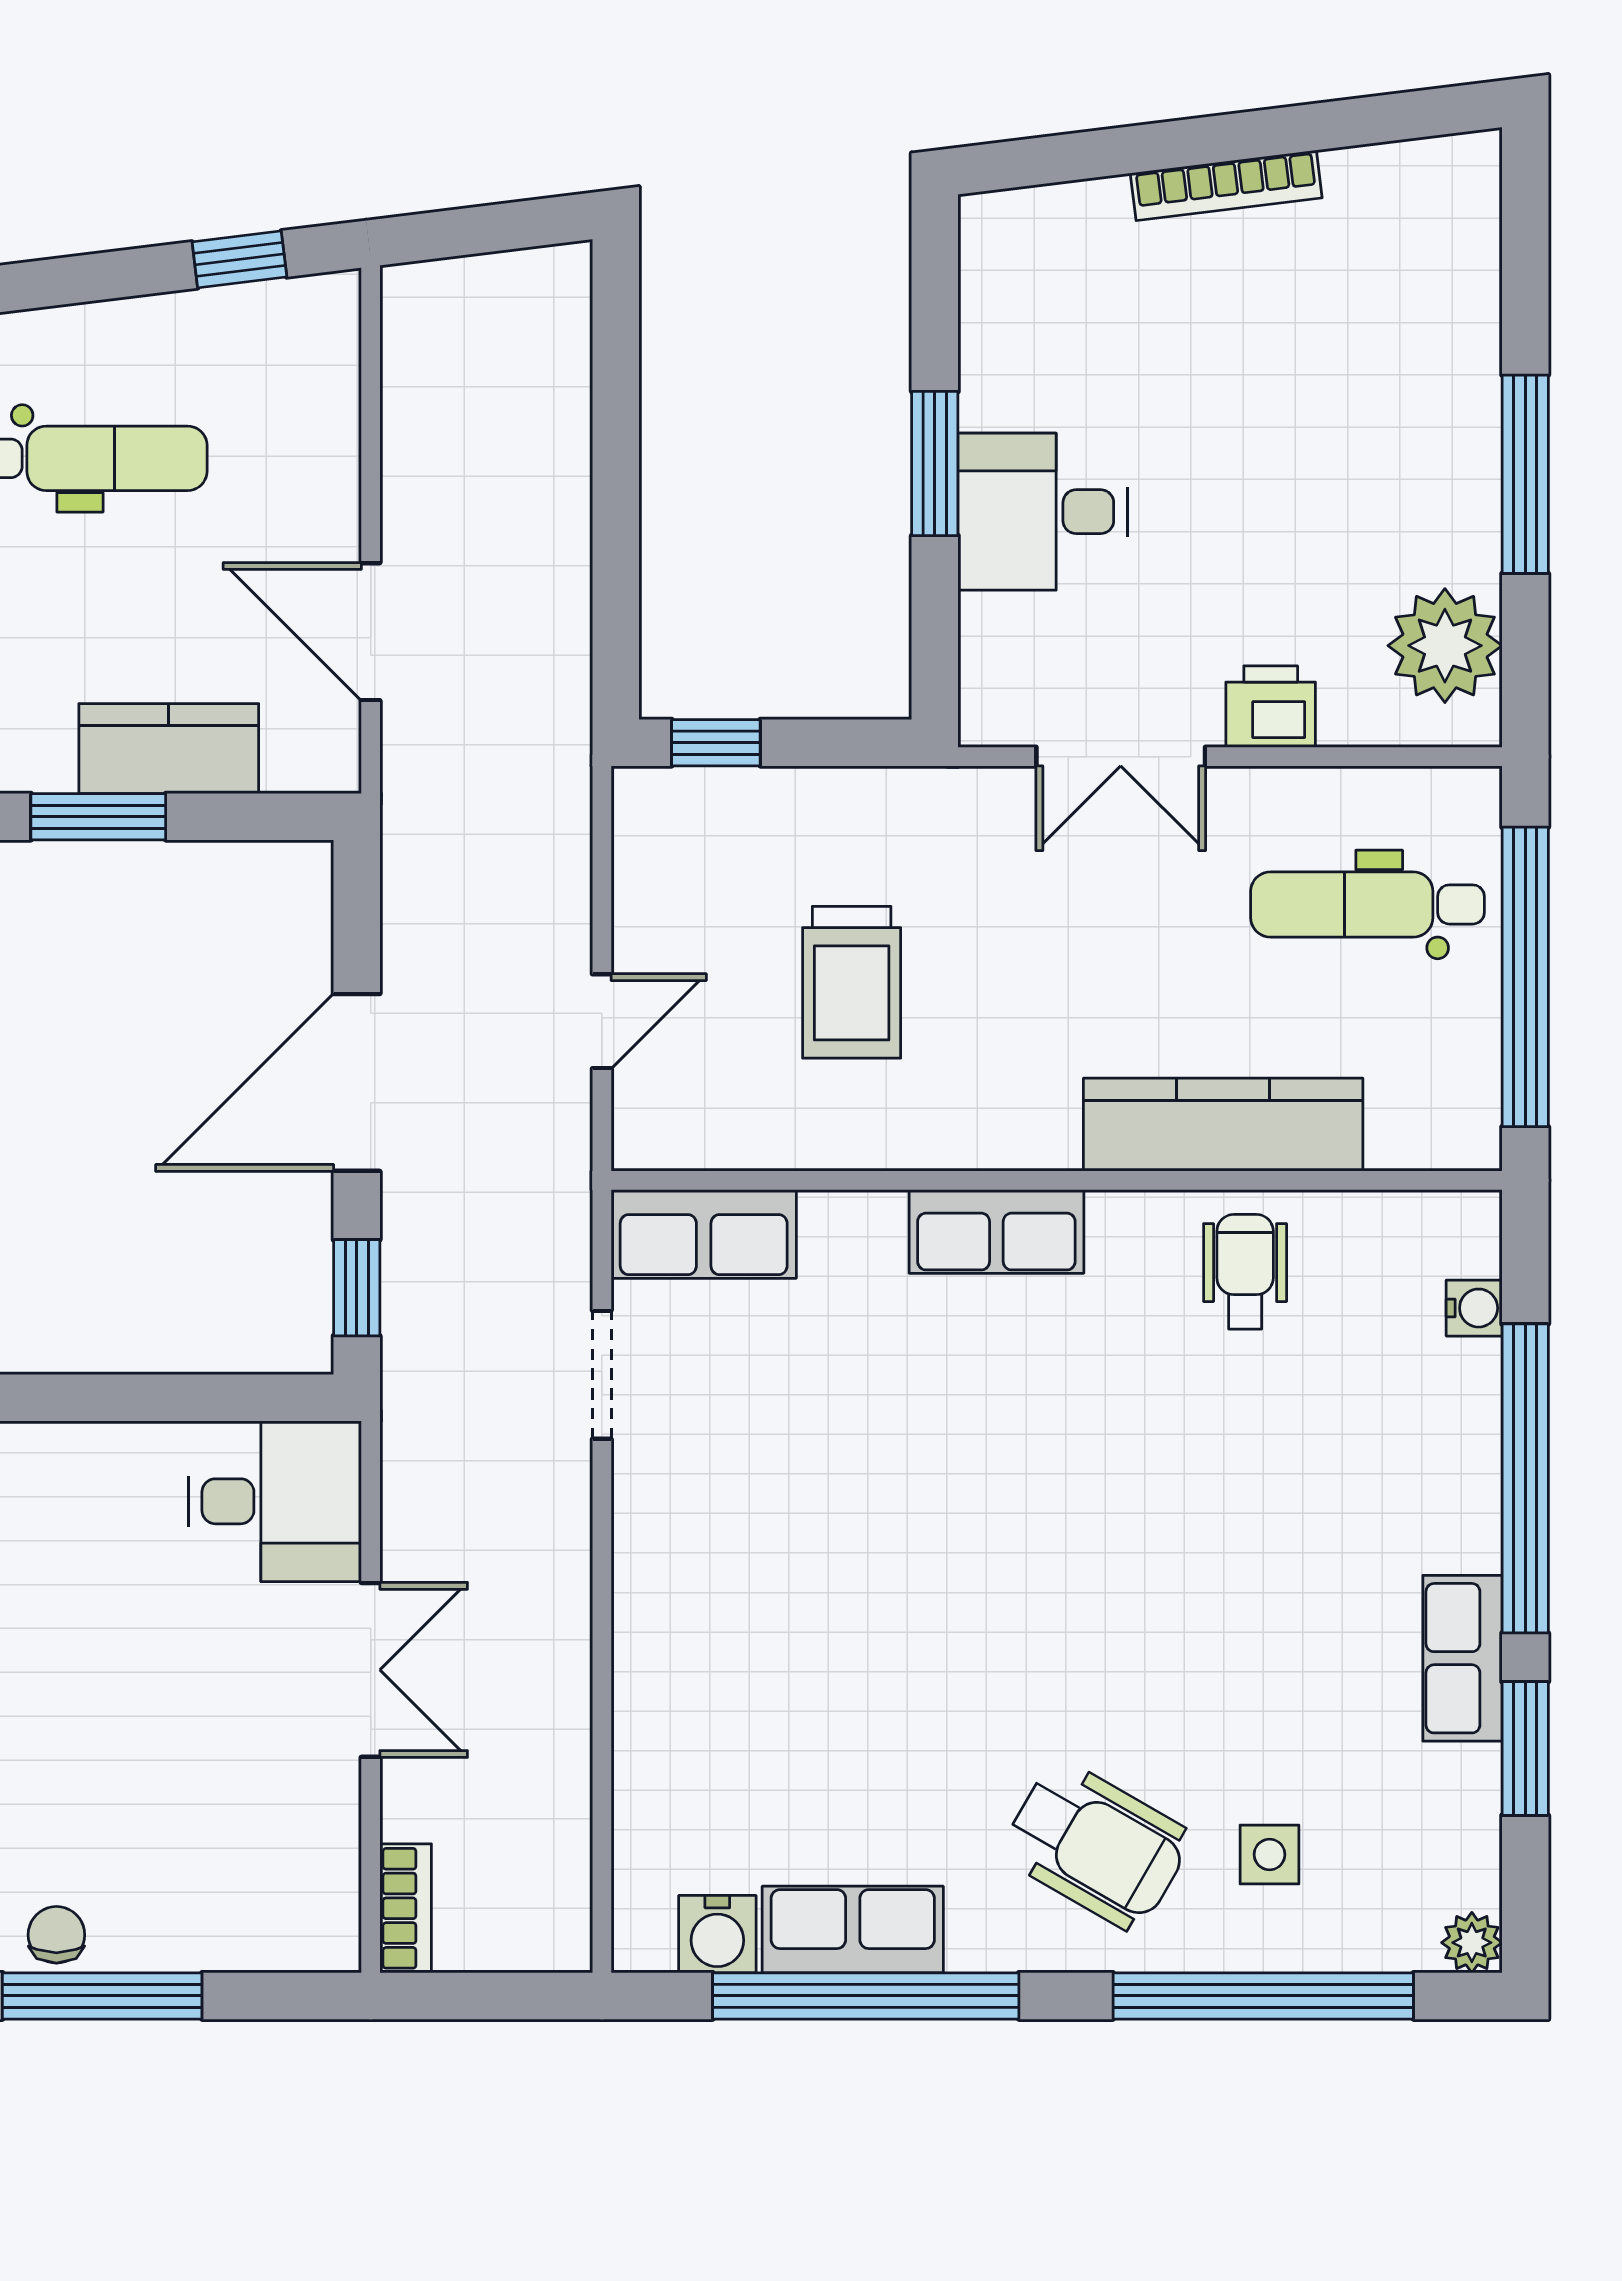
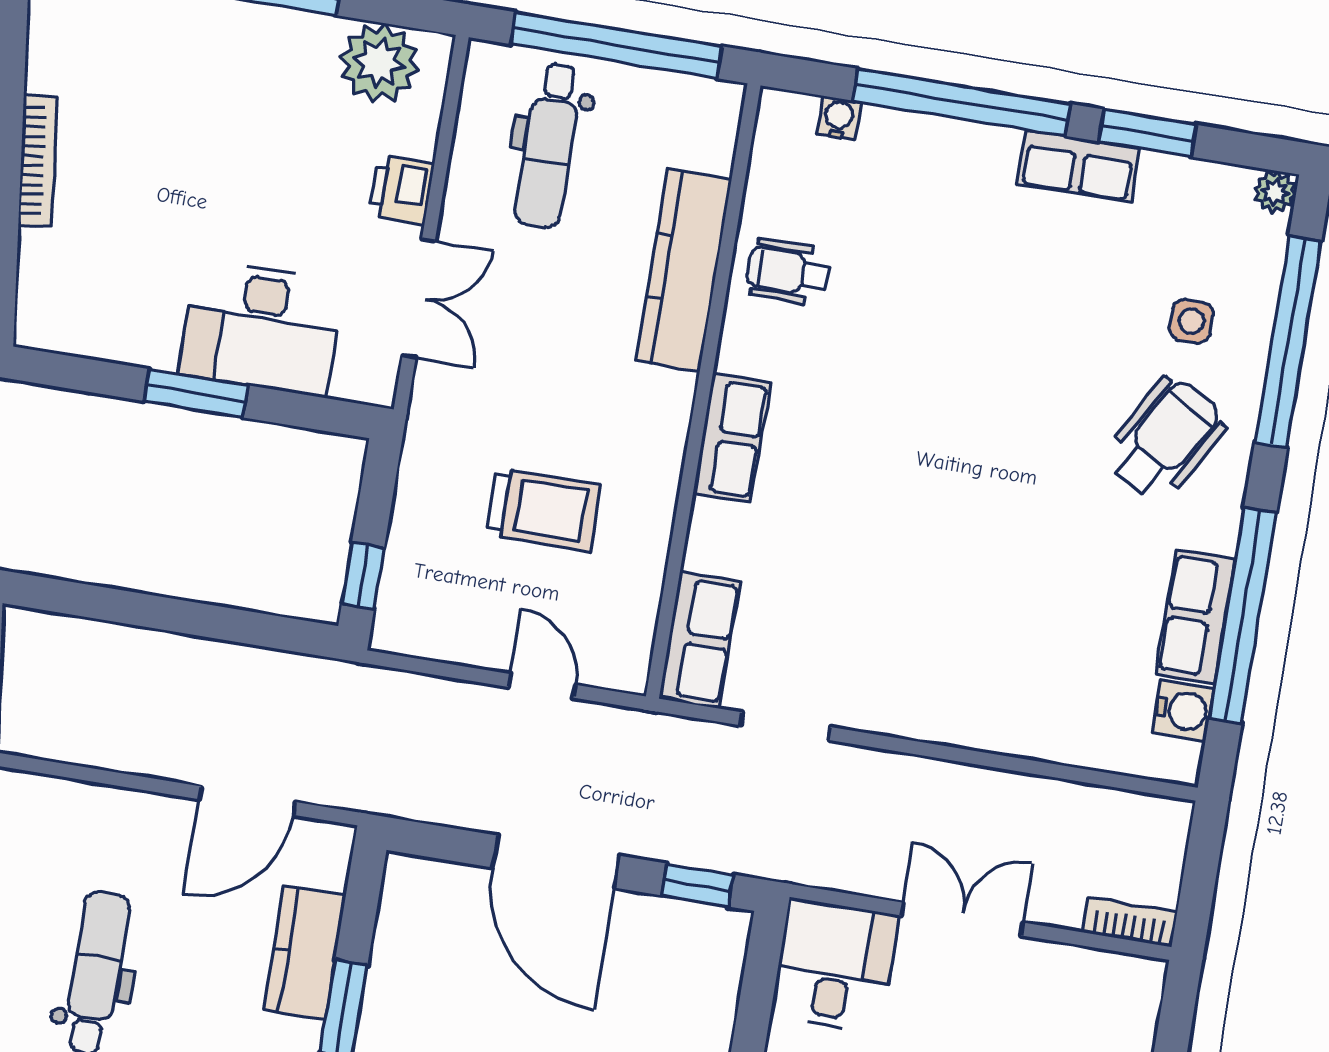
desk: (1043, 512) -> (261, 328), width x1.37

